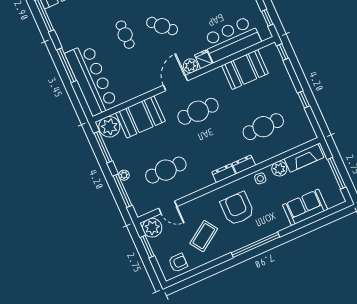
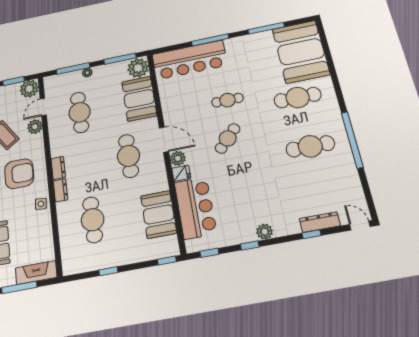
fireplace: (304, 158) -> (36, 273), moved, turned 90
plant: (279, 169) -> (35, 127), moved

